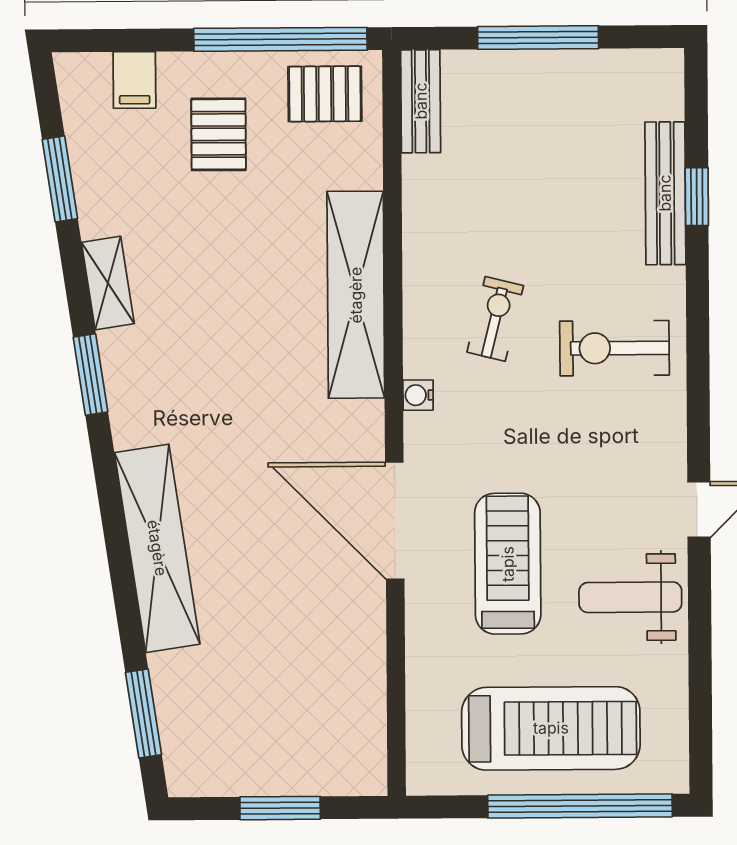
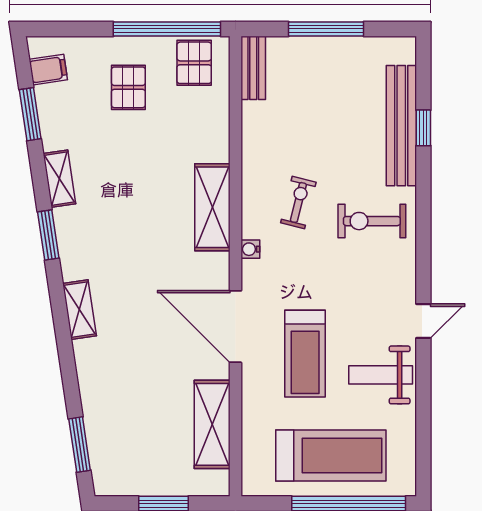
filing cabinet: (134, 80) -> (48, 70), moved, turned -98
pallet: (325, 94) -> (194, 63), turned 90
bench: (665, 193) -> (401, 126), width x1.37, depth x1.21
shelving: (356, 295) -> (212, 207), width x0.68
shelving: (157, 548) -> (79, 310), width x0.45, depth x0.75
treadmill: (508, 564) -> (305, 354), turned 180
shelving: (358, 679) -> (212, 424), added

